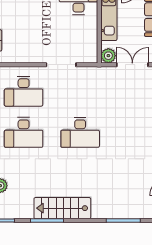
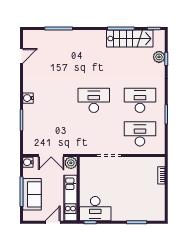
stairs: (62, 208) -> (130, 39), moved

